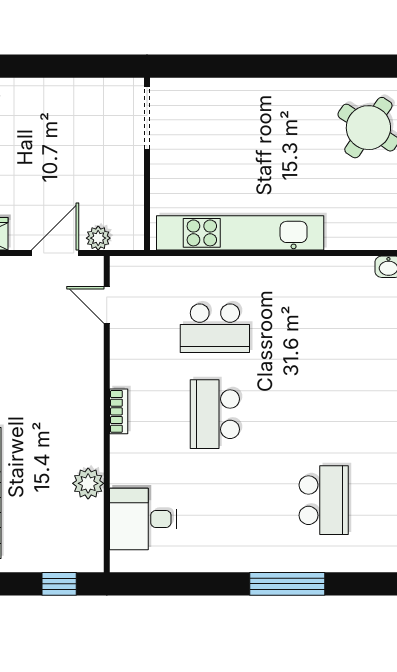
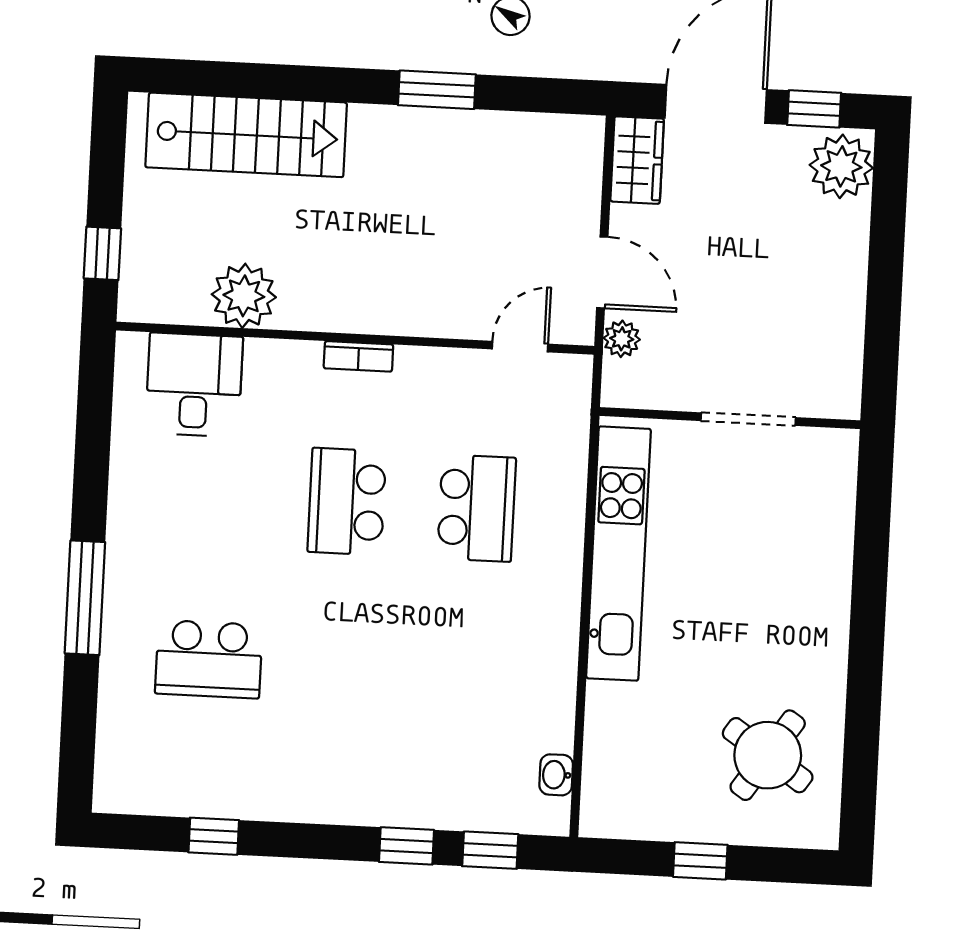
doorway: (147, 118) -> (748, 419), moved
school desk: (215, 328) -> (477, 508), turned 180
school desk: (215, 414) -> (347, 501), turned -90
plant: (88, 483) -> (244, 296), width x1.36, depth x1.36

